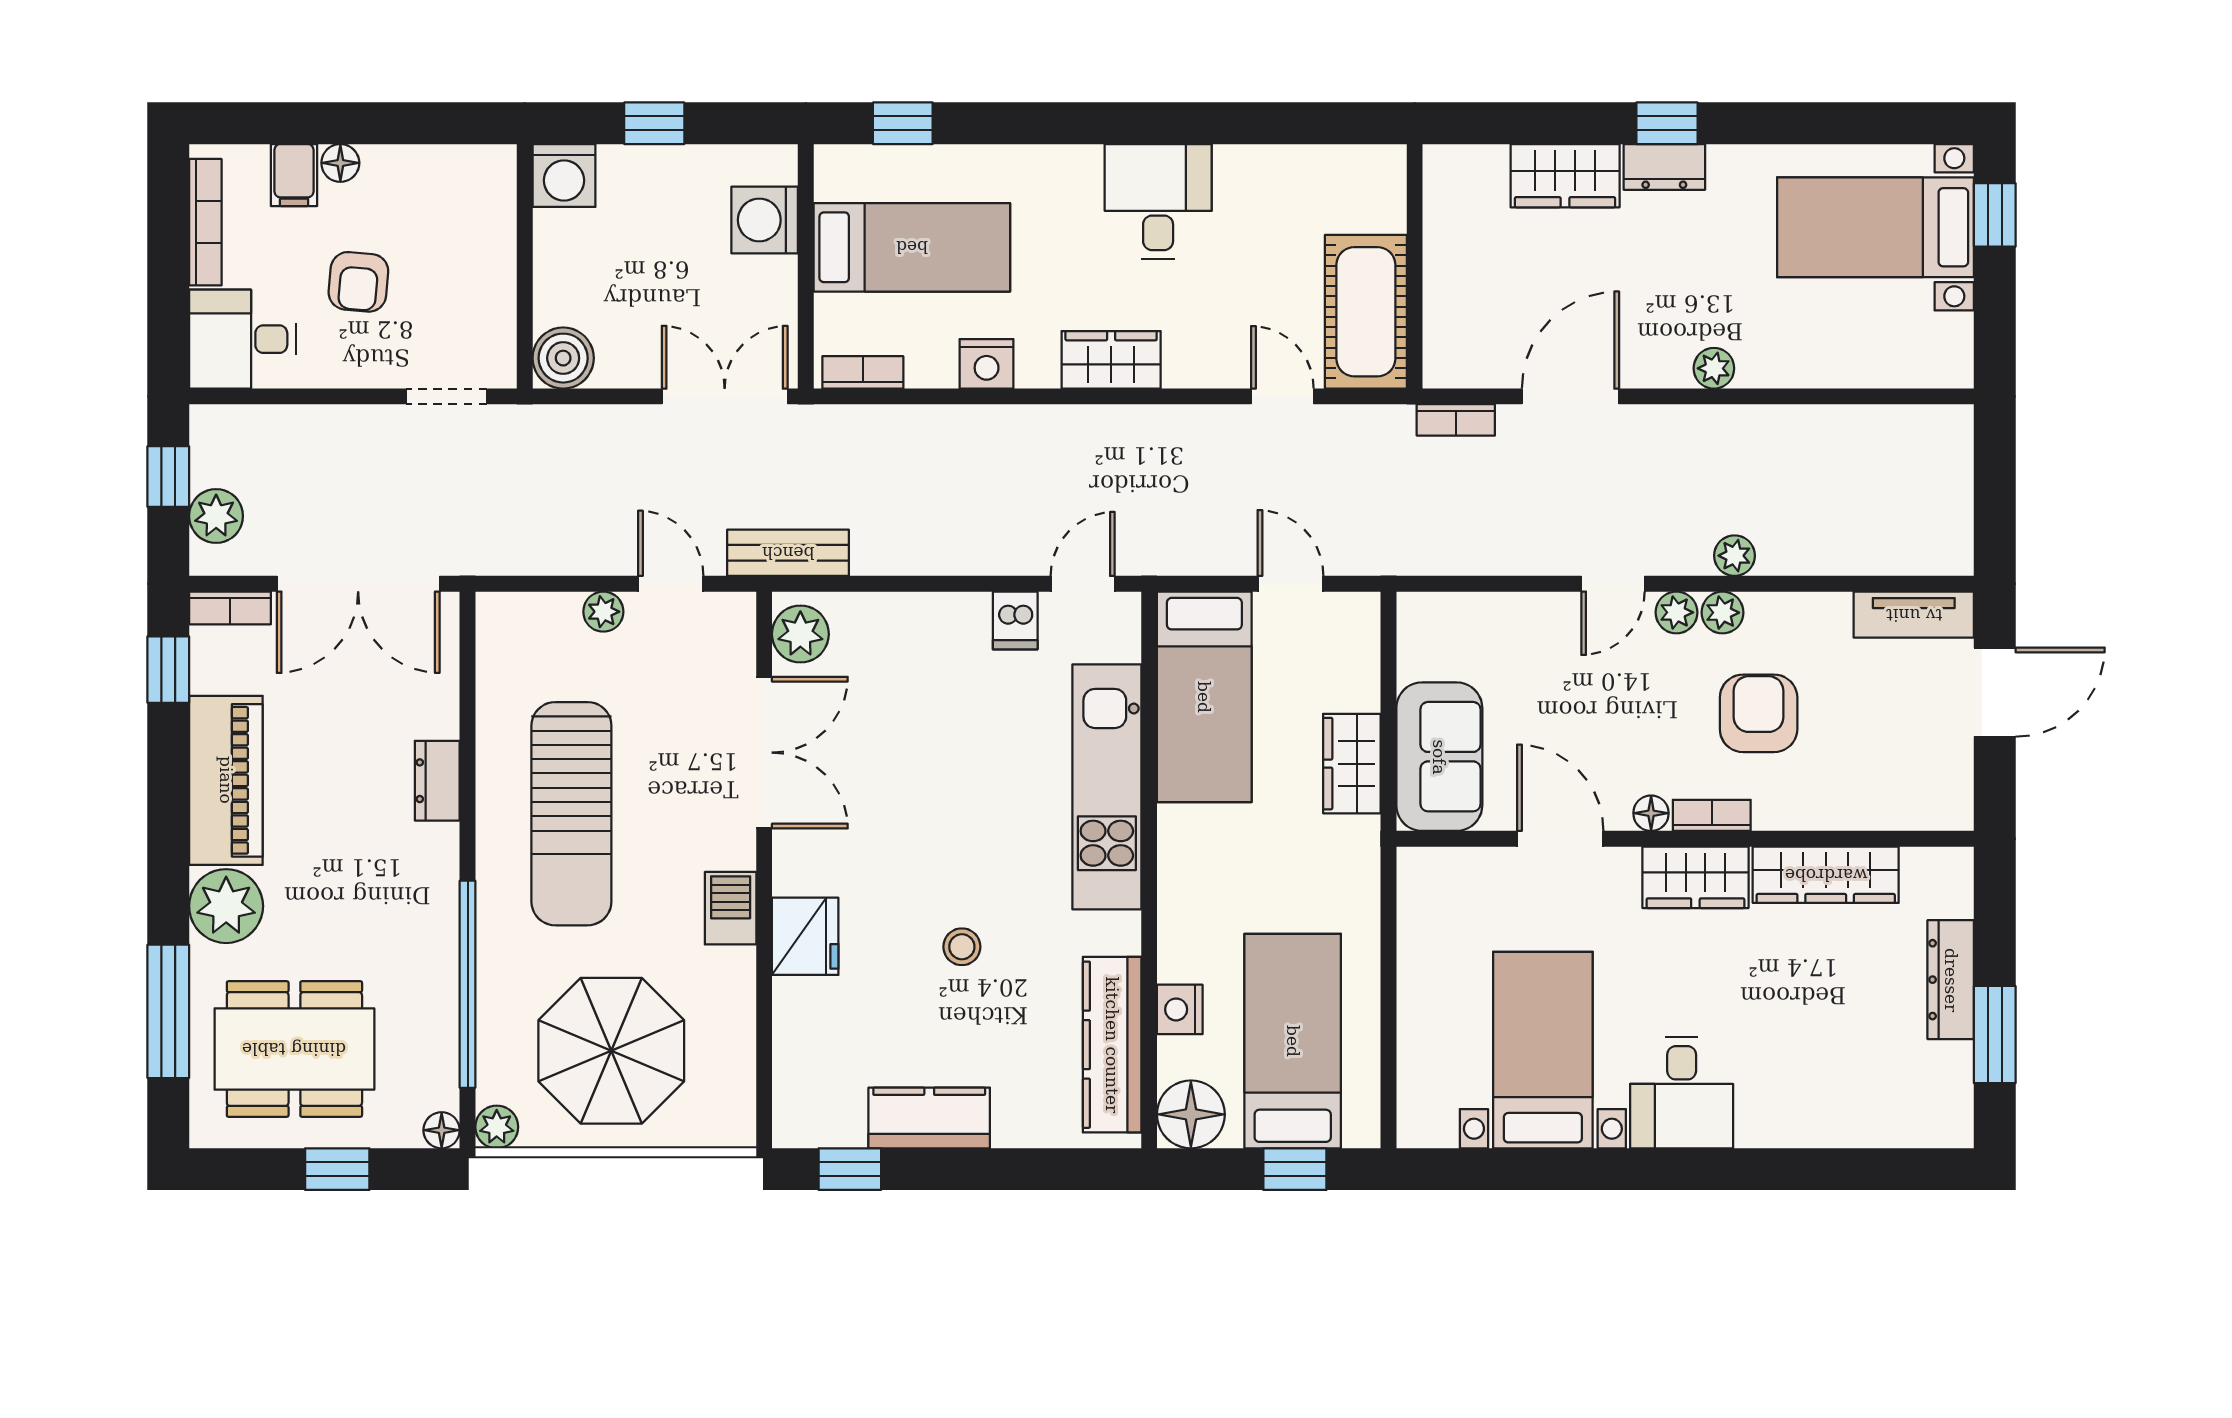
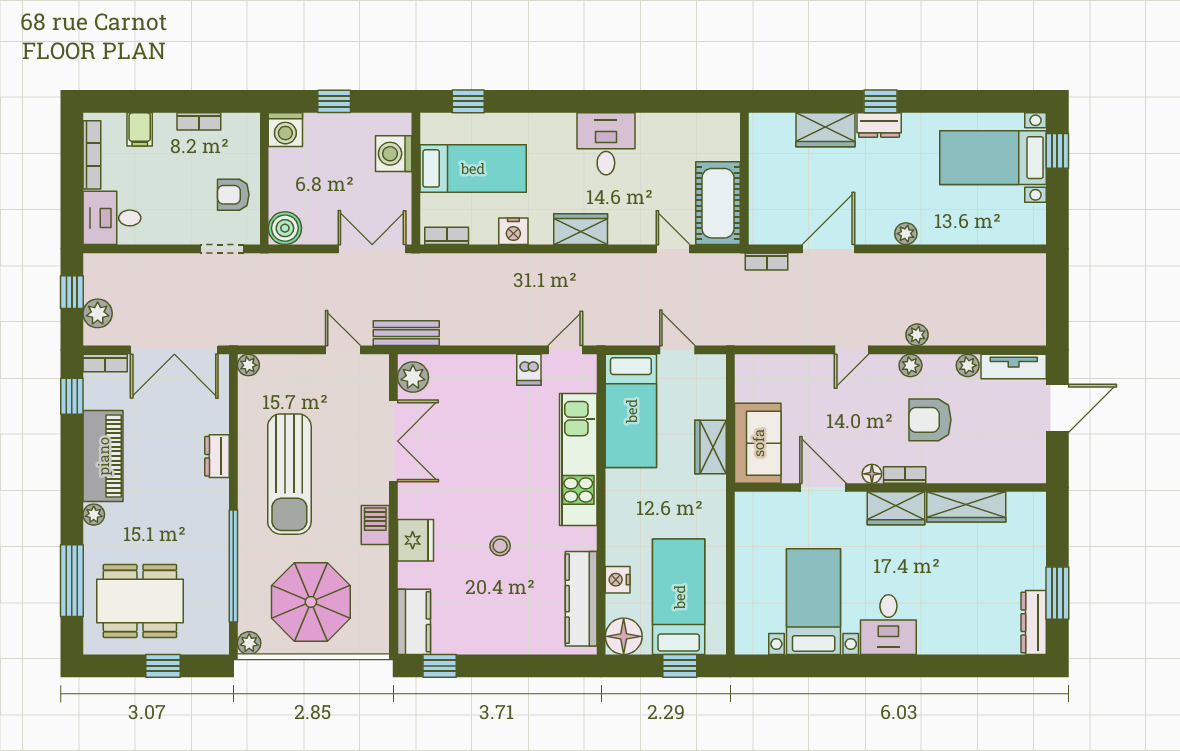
bookcase: (404, 160) -> (199, 121), added
floor lamp: (340, 163) -> (165, 123), removed
armchair: (358, 282) -> (233, 195), moved, turned 85
plant: (603, 612) -> (248, 365), moved
plant: (1676, 612) -> (968, 365), moved
armchair: (1759, 713) -> (930, 420), turned -90
plant: (226, 906) -> (94, 515), width x0.53, depth x0.53
dresser: (1951, 980) -> (1034, 623), moved
kitchen counter: (929, 1118) -> (414, 622), moved, turned 90
floor lamp: (442, 1130) -> (219, 645), removed

